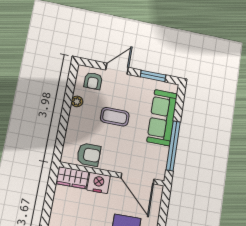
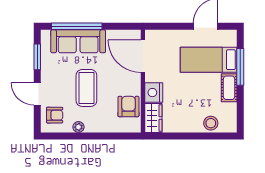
coffee table: (115, 117) -> (86, 88), width x1.36, depth x1.32
window: (173, 146) -> (77, 26), moved
door: (137, 178) -> (143, 56), swing flipped

